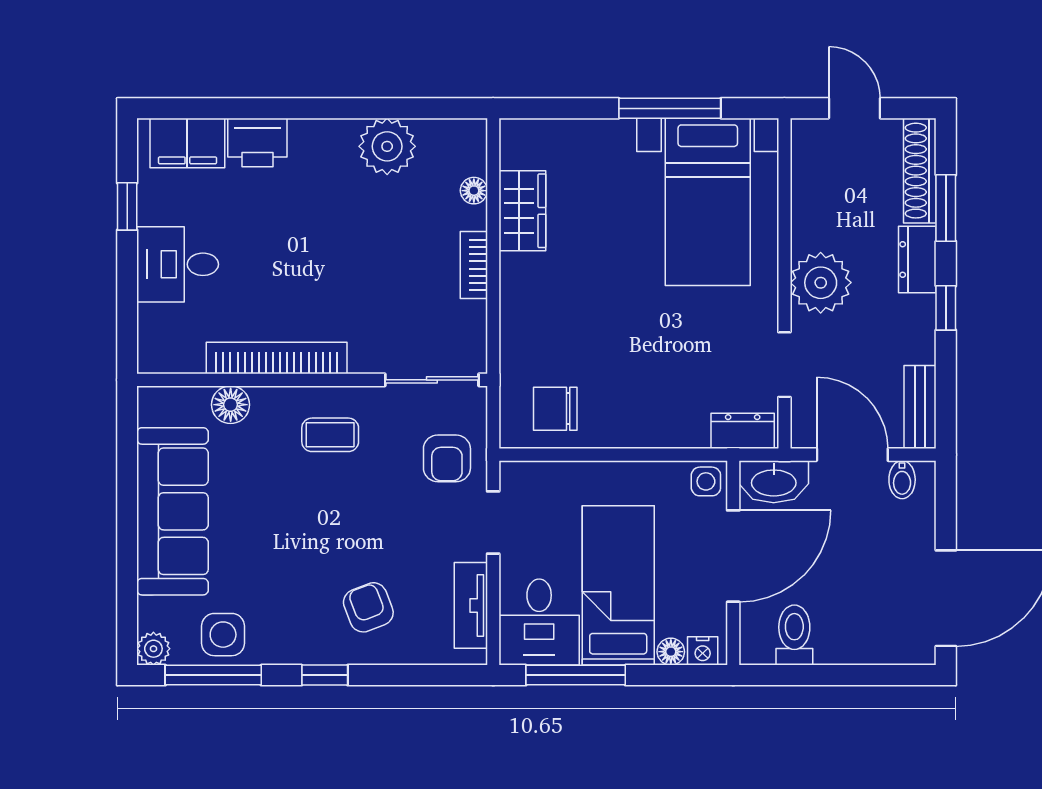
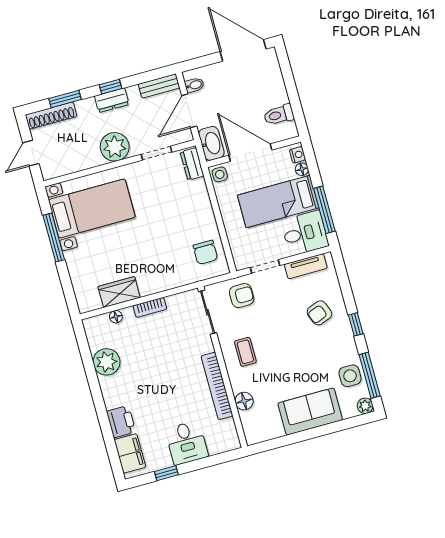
dresser: (917, 260) -> (112, 100), moved
sofa: (173, 511) -> (310, 411), width x0.73

